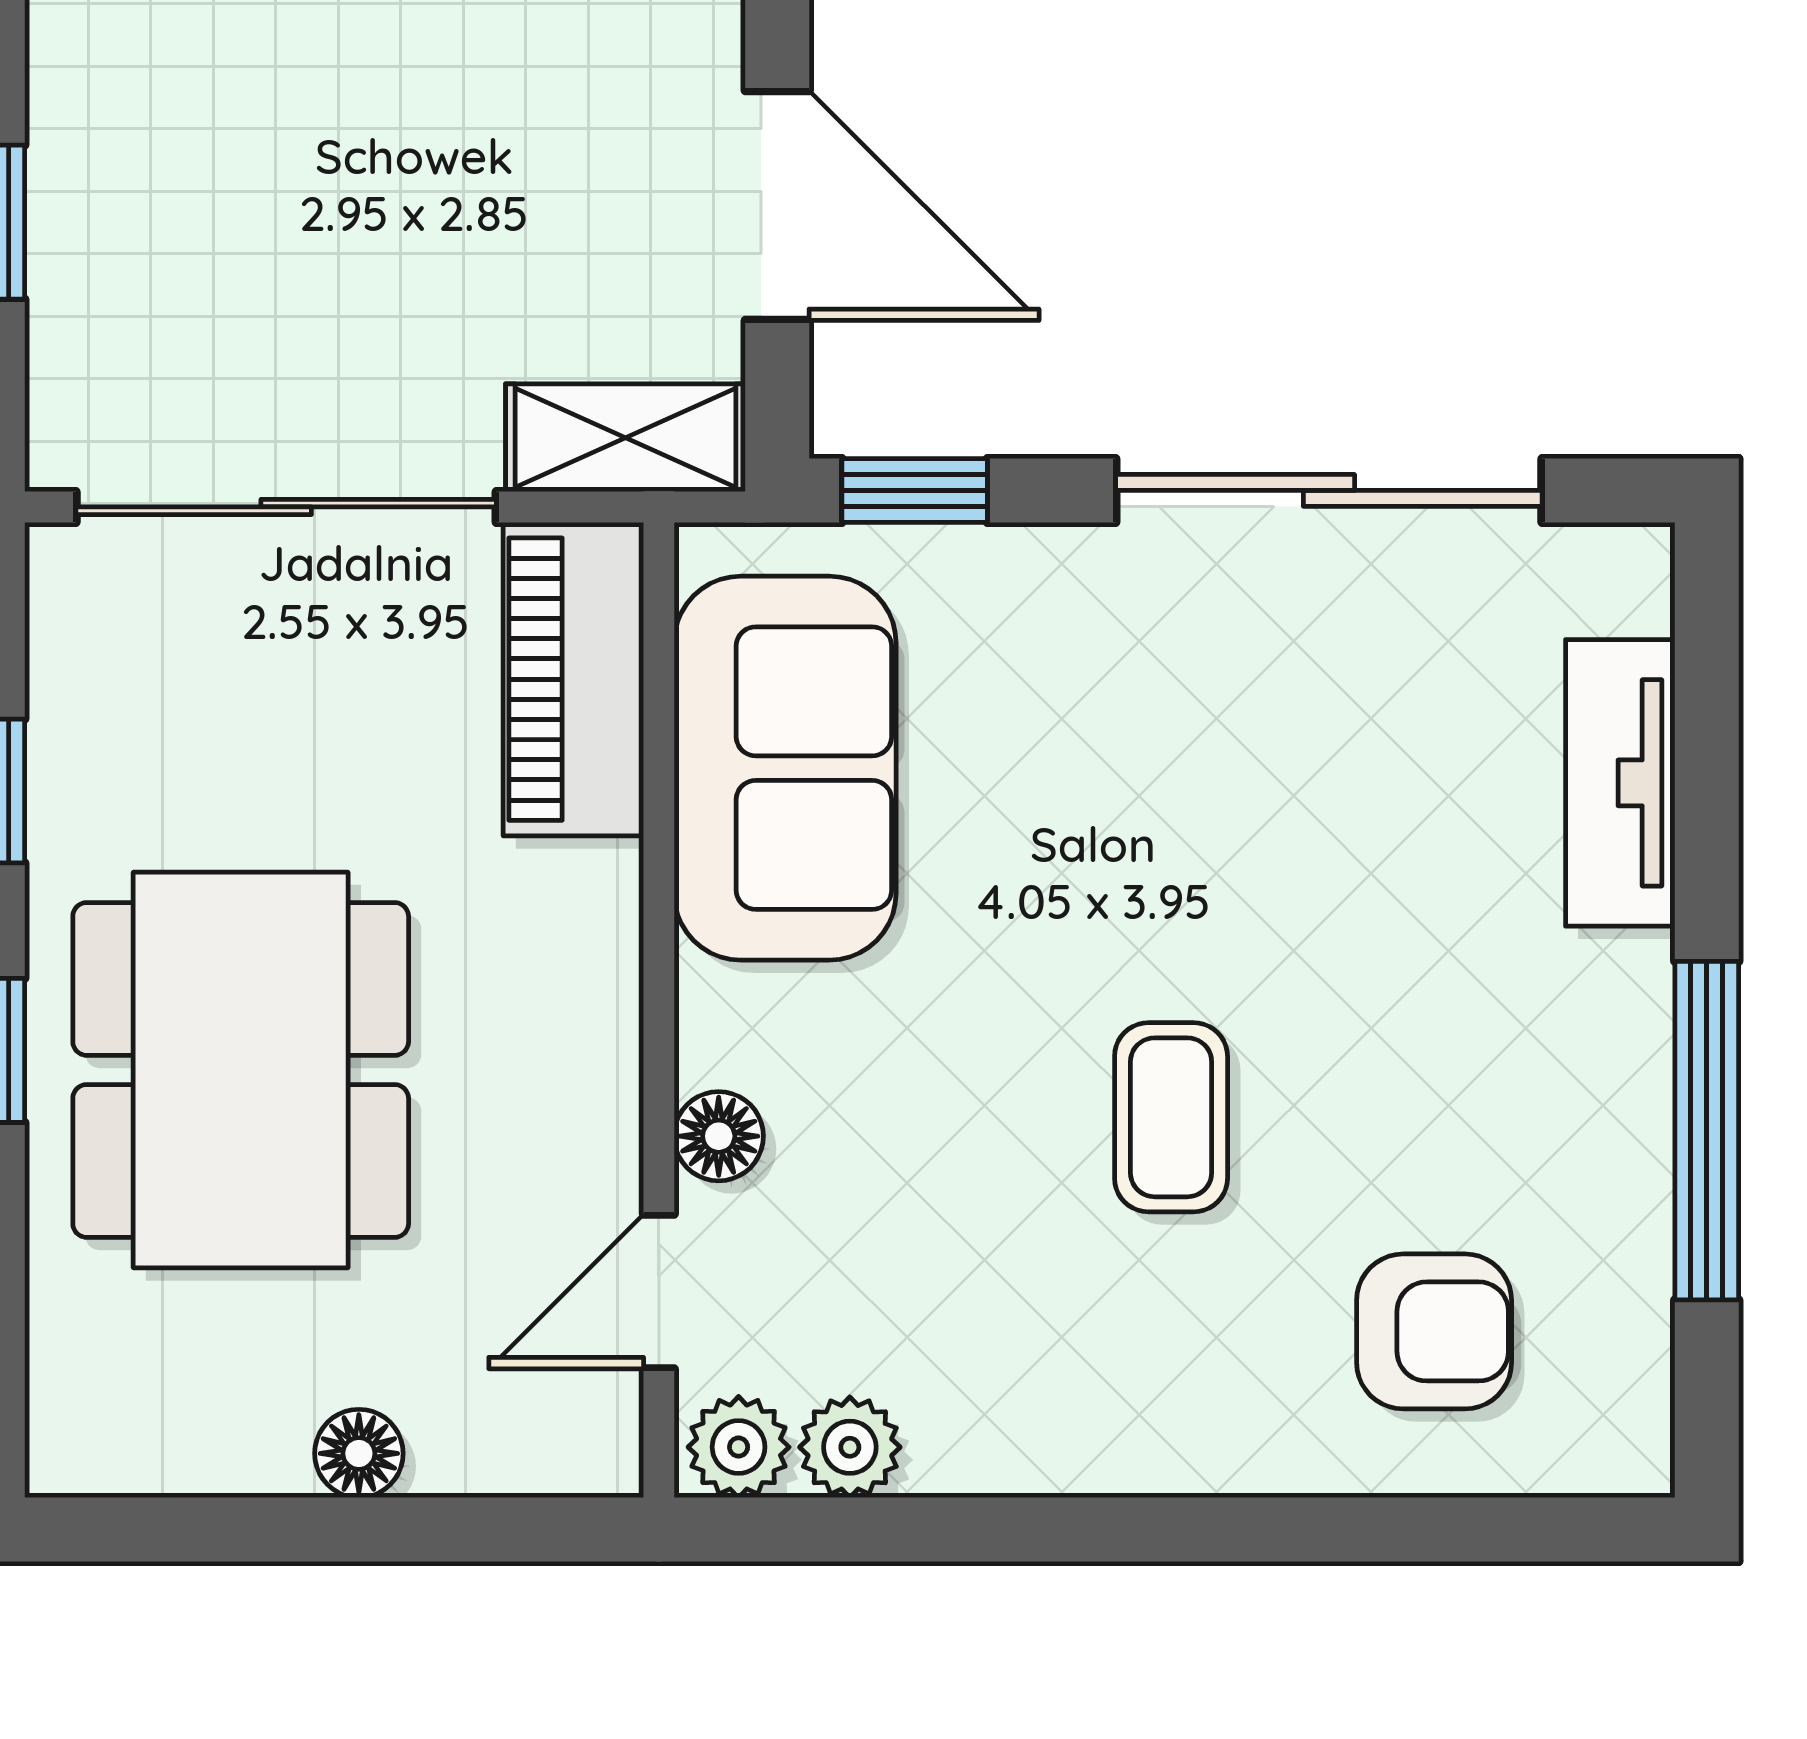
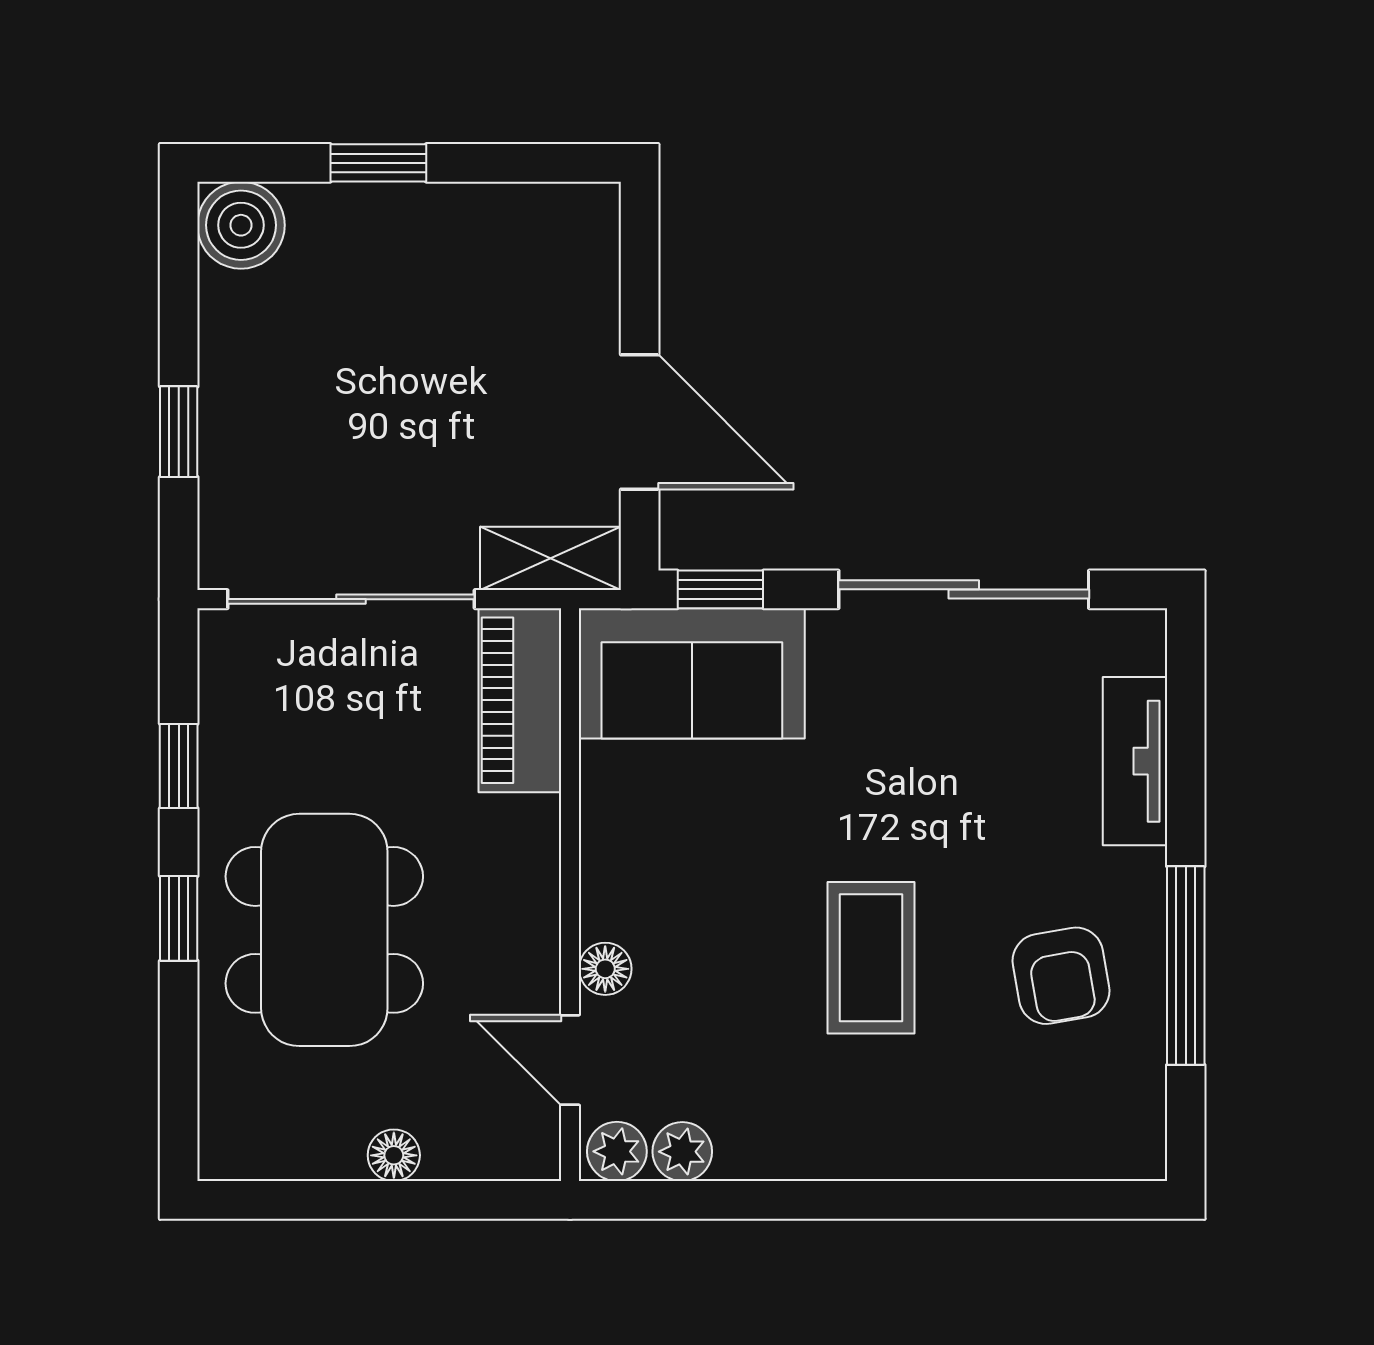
sofa: (785, 768) -> (692, 673), moved, turned 90
coffee table: (1171, 1117) -> (871, 958), width x1.36, depth x1.30
door: (659, 1291) -> (570, 1060), hinge flipped
armchair: (1434, 1331) -> (1061, 976), moved, turned 80

